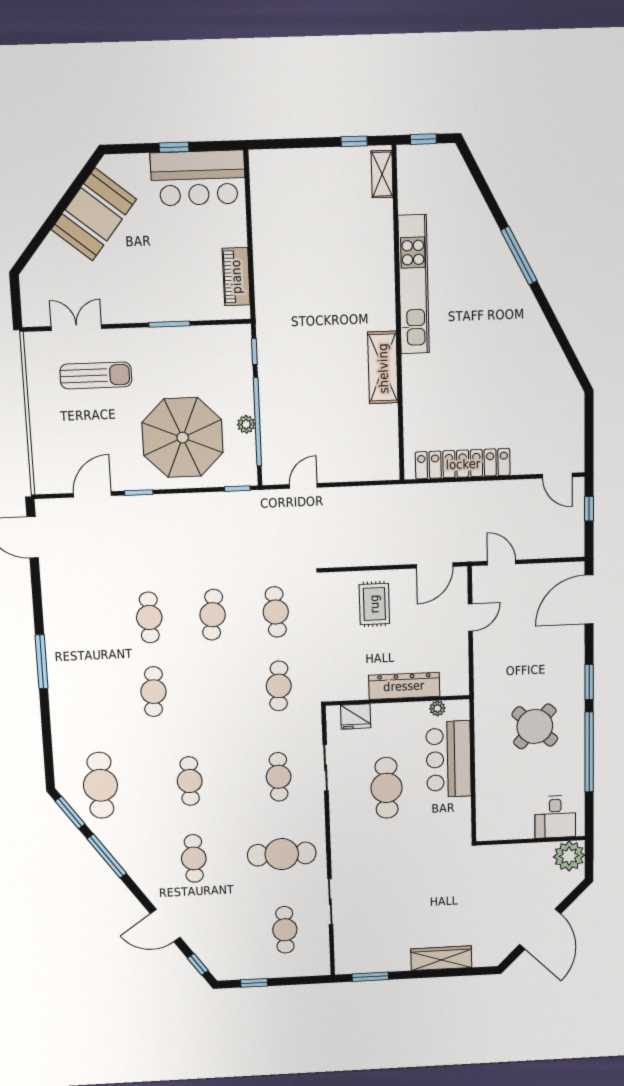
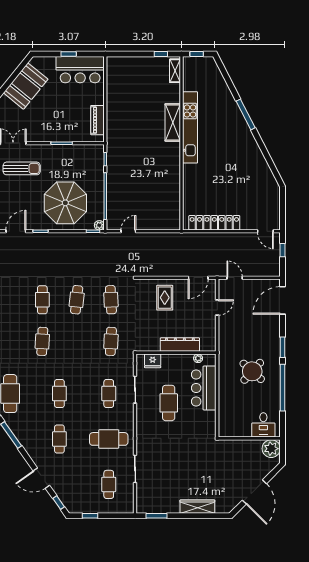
shelving: (383, 368) -> (173, 122), moved
plant: (246, 424) -> (99, 225), moved

